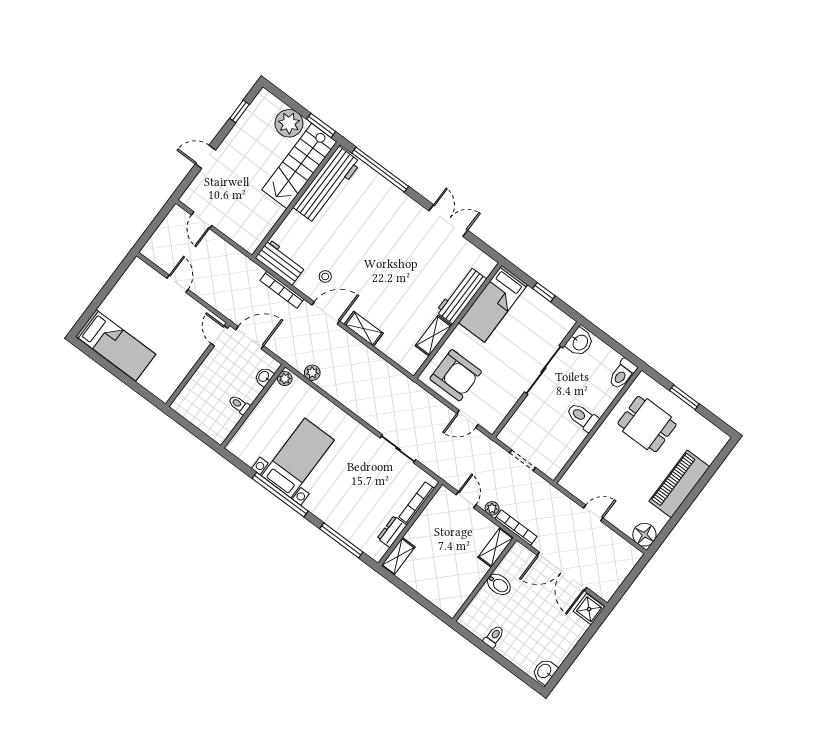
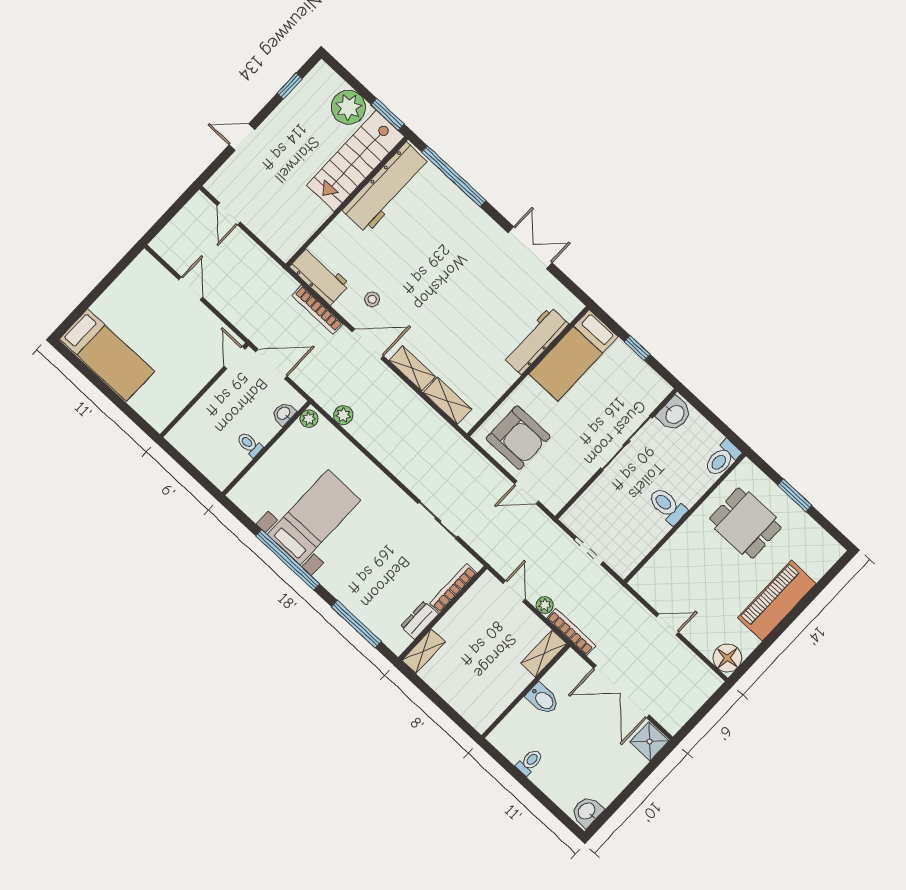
shelving: (434, 336) -> (447, 401), moved, turned 90

